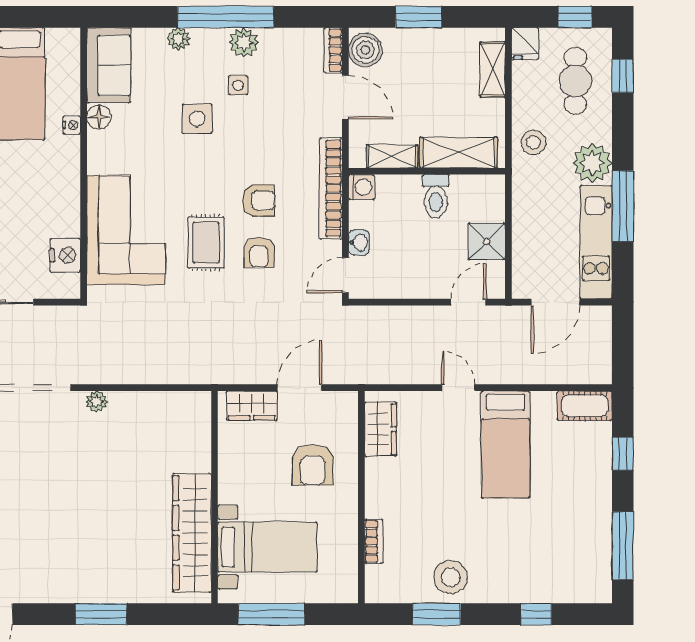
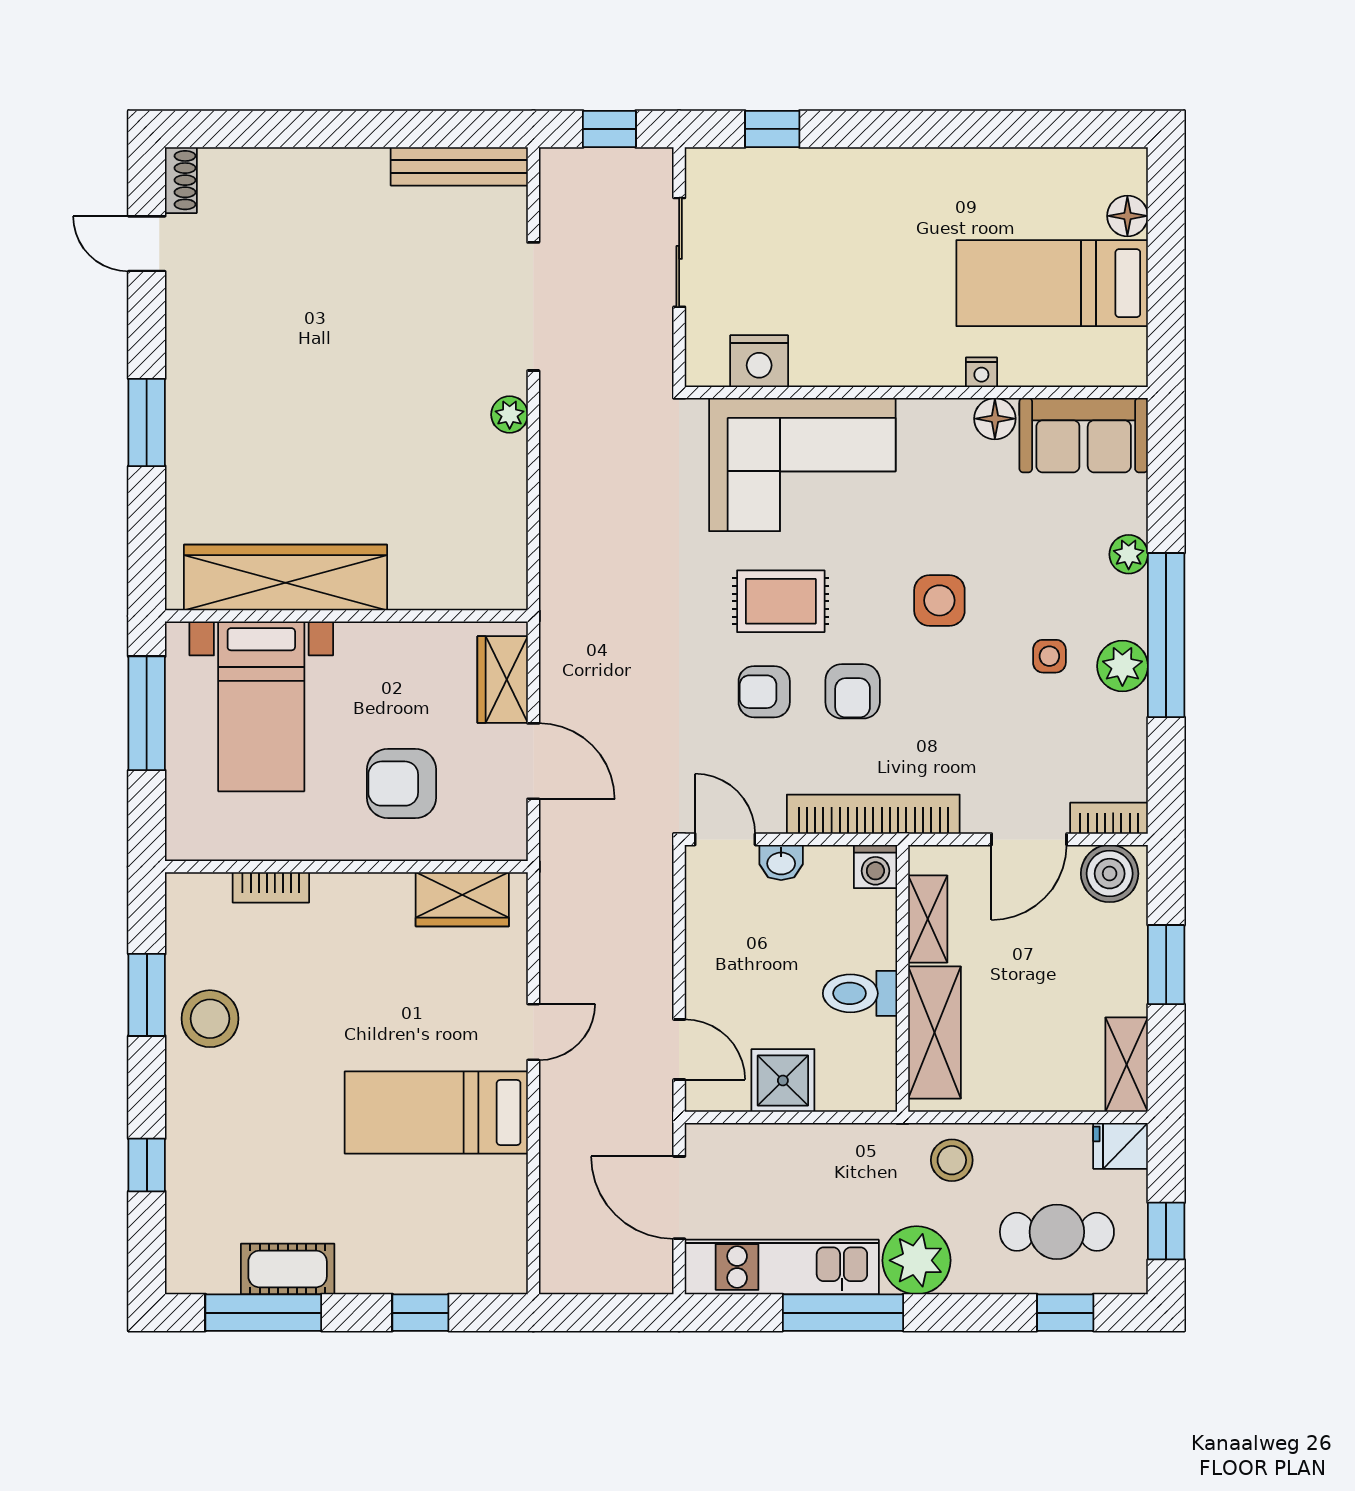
shelving: (493, 70) -> (1127, 1065), moved, turned 90
side table: (197, 119) -> (939, 600), moved
cot: (585, 406) -> (288, 1269), moved, turned 90

